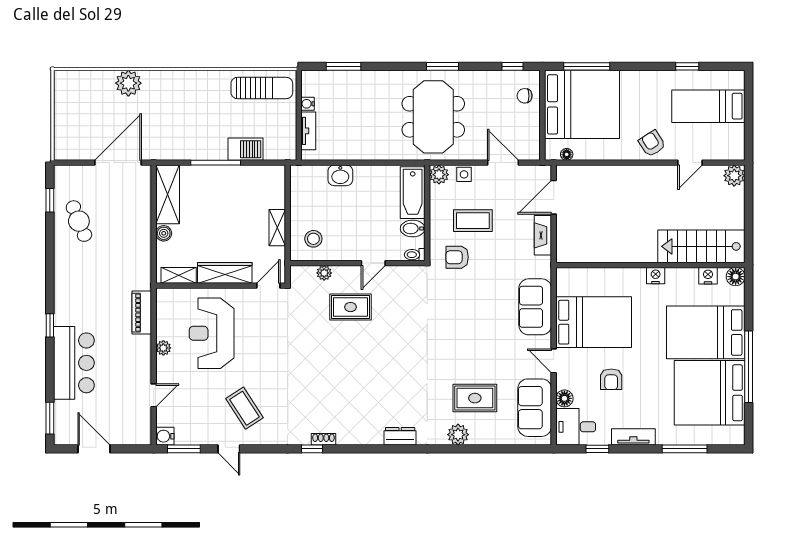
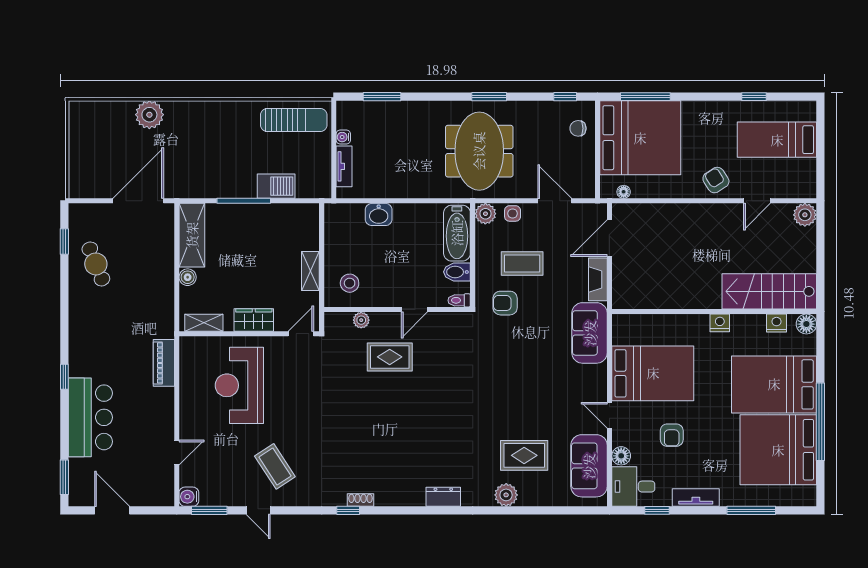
wardrobe: (225, 273) -> (254, 320), width x0.67
sofa: (535, 307) -> (590, 333), moved
plant: (163, 348) -> (187, 401), removed

